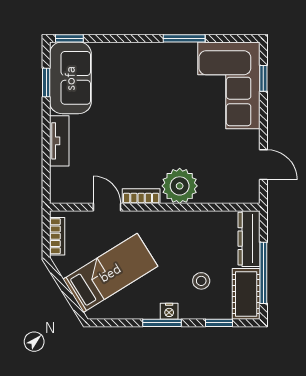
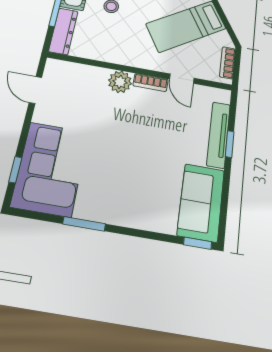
window: (46, 83) -> (230, 144), moved
tv unit: (59, 141) -> (219, 135), width x1.41
plant: (180, 186) -> (120, 82), width x0.73, depth x0.73

